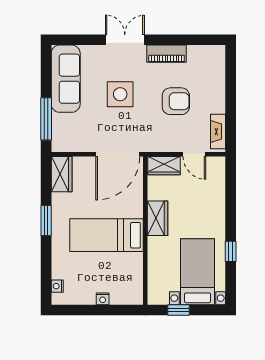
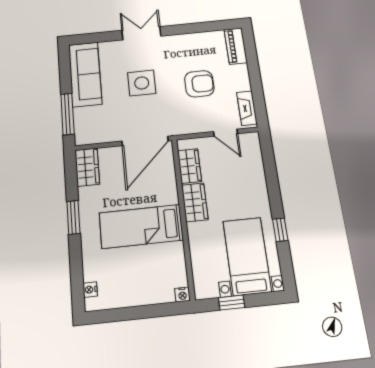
piano: (167, 54) -> (236, 46), moved, turned 90
wardrobe: (164, 166) -> (189, 166), moved, turned -90
nightstand: (103, 299) -> (182, 295), moved

